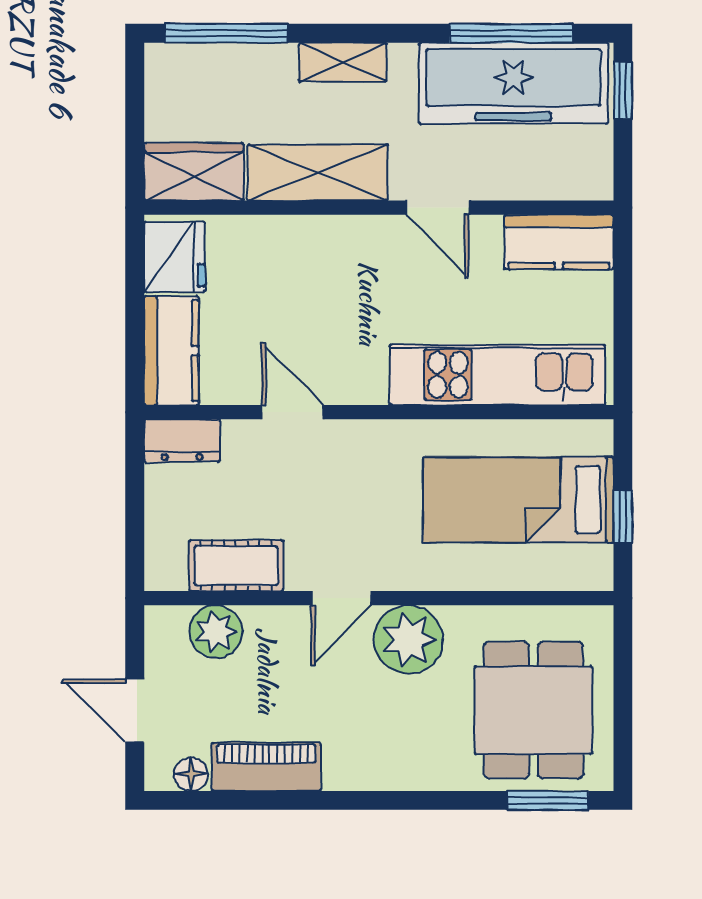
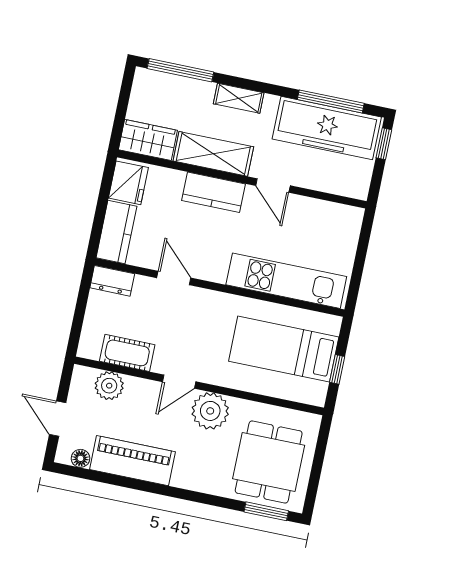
kitchen counter: (559, 242) -> (214, 192), moved
piano: (266, 767) -> (132, 461), width x1.37, depth x1.33

